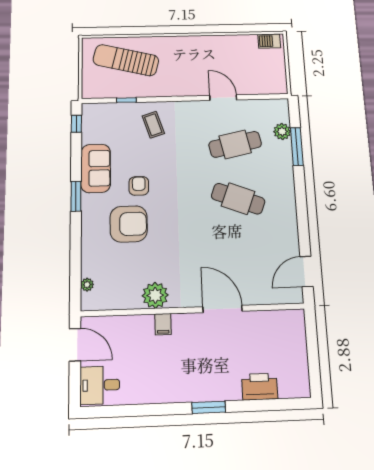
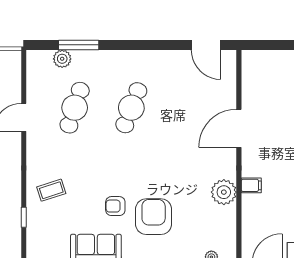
cafe table: (235, 144) -> (75, 108), turned 30

